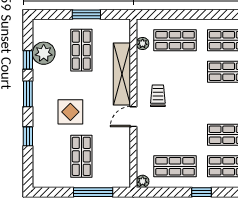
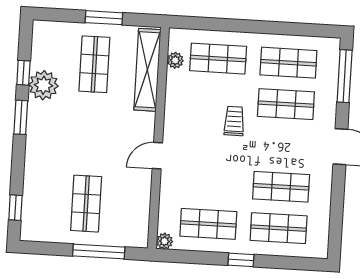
plant: (44, 53) -> (44, 85), moved
shelving: (122, 74) -> (147, 70), moved
trolley: (158, 96) -> (234, 121), moved
display table: (70, 112) -> (75, 144), removed
window: (28, 136) -> (15, 208), moved

